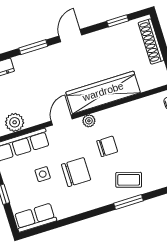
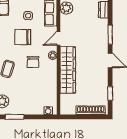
door: (62, 120) -> (59, 38), swing flipped
chair: (76, 172) -> (23, 37), turned 90

